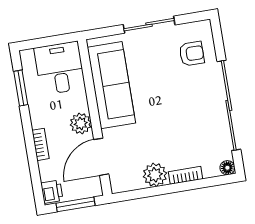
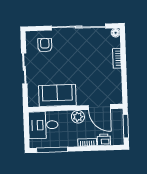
sofa: (111, 85) -> (57, 95), width x0.73
window: (21, 88) -> (52, 150), width x1.44
plant: (155, 175) -> (114, 76), removed
printer: (52, 192) -> (104, 140), moved

